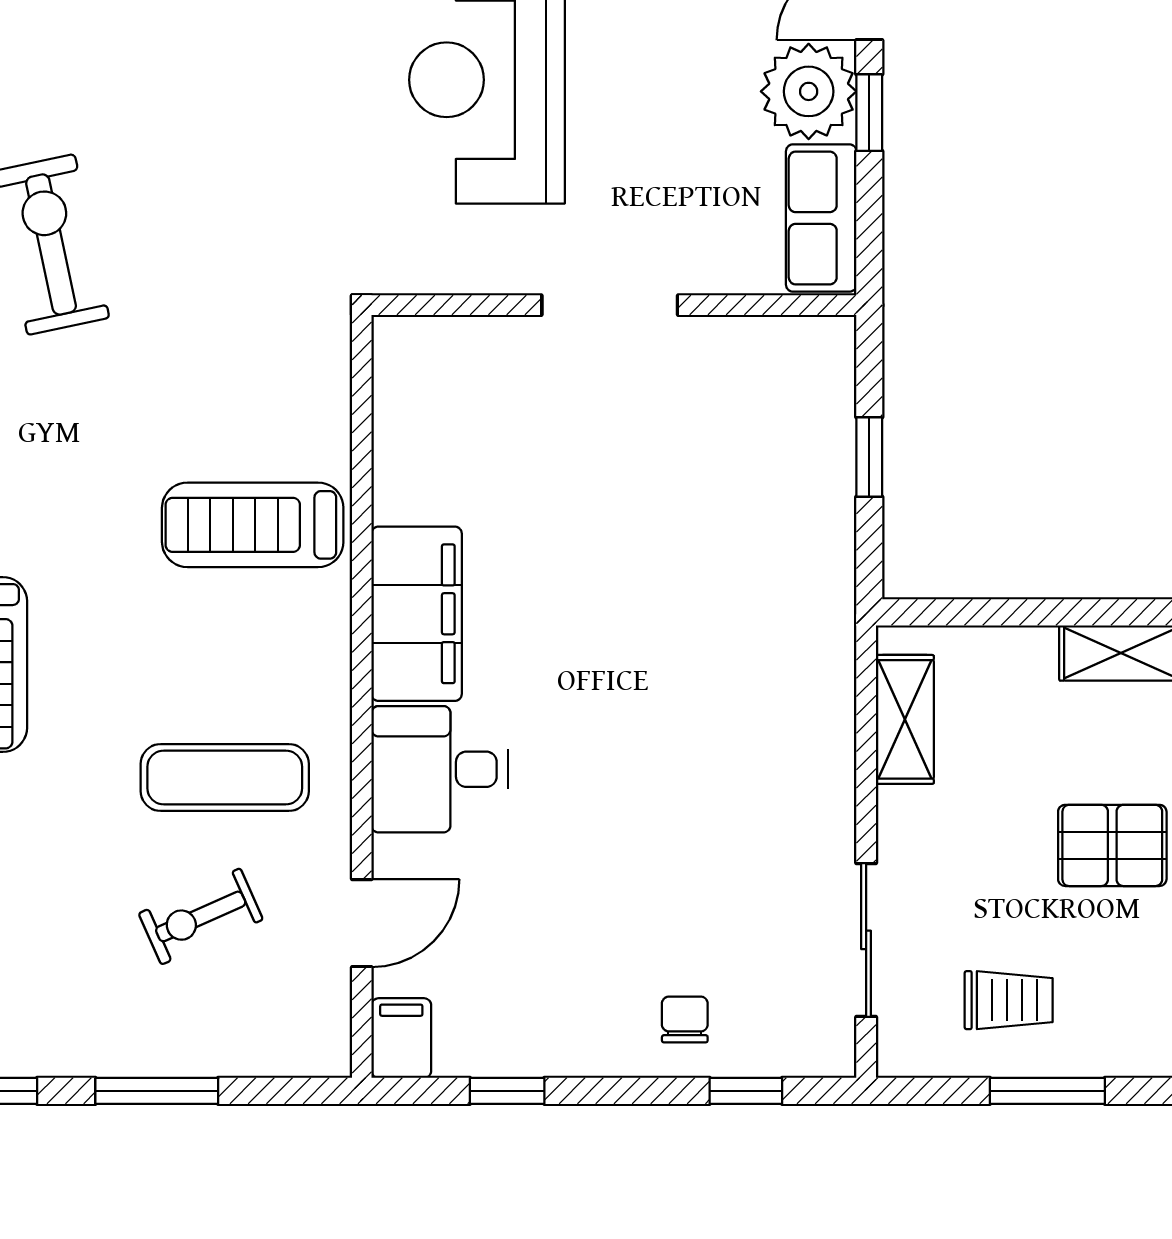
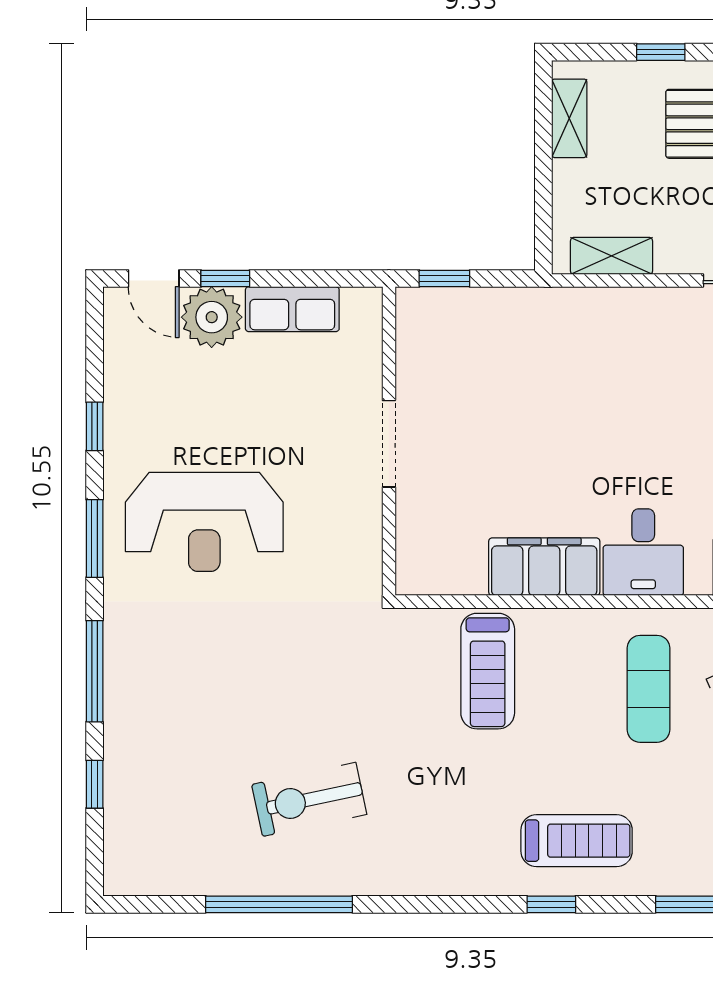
doorway: (610, 305) -> (389, 444), moved
wall: (614, 305) -> (389, 441), moved

